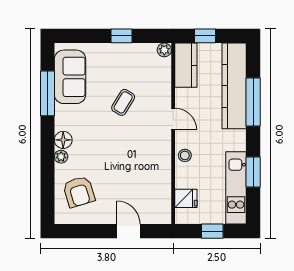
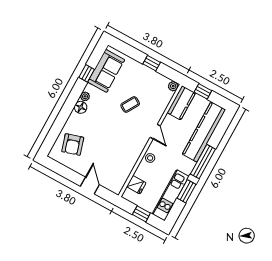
window: (48, 93) -> (87, 73), width x0.46
window: (253, 102) -> (203, 162), moved
plant: (61, 157) -> (85, 96), moved

